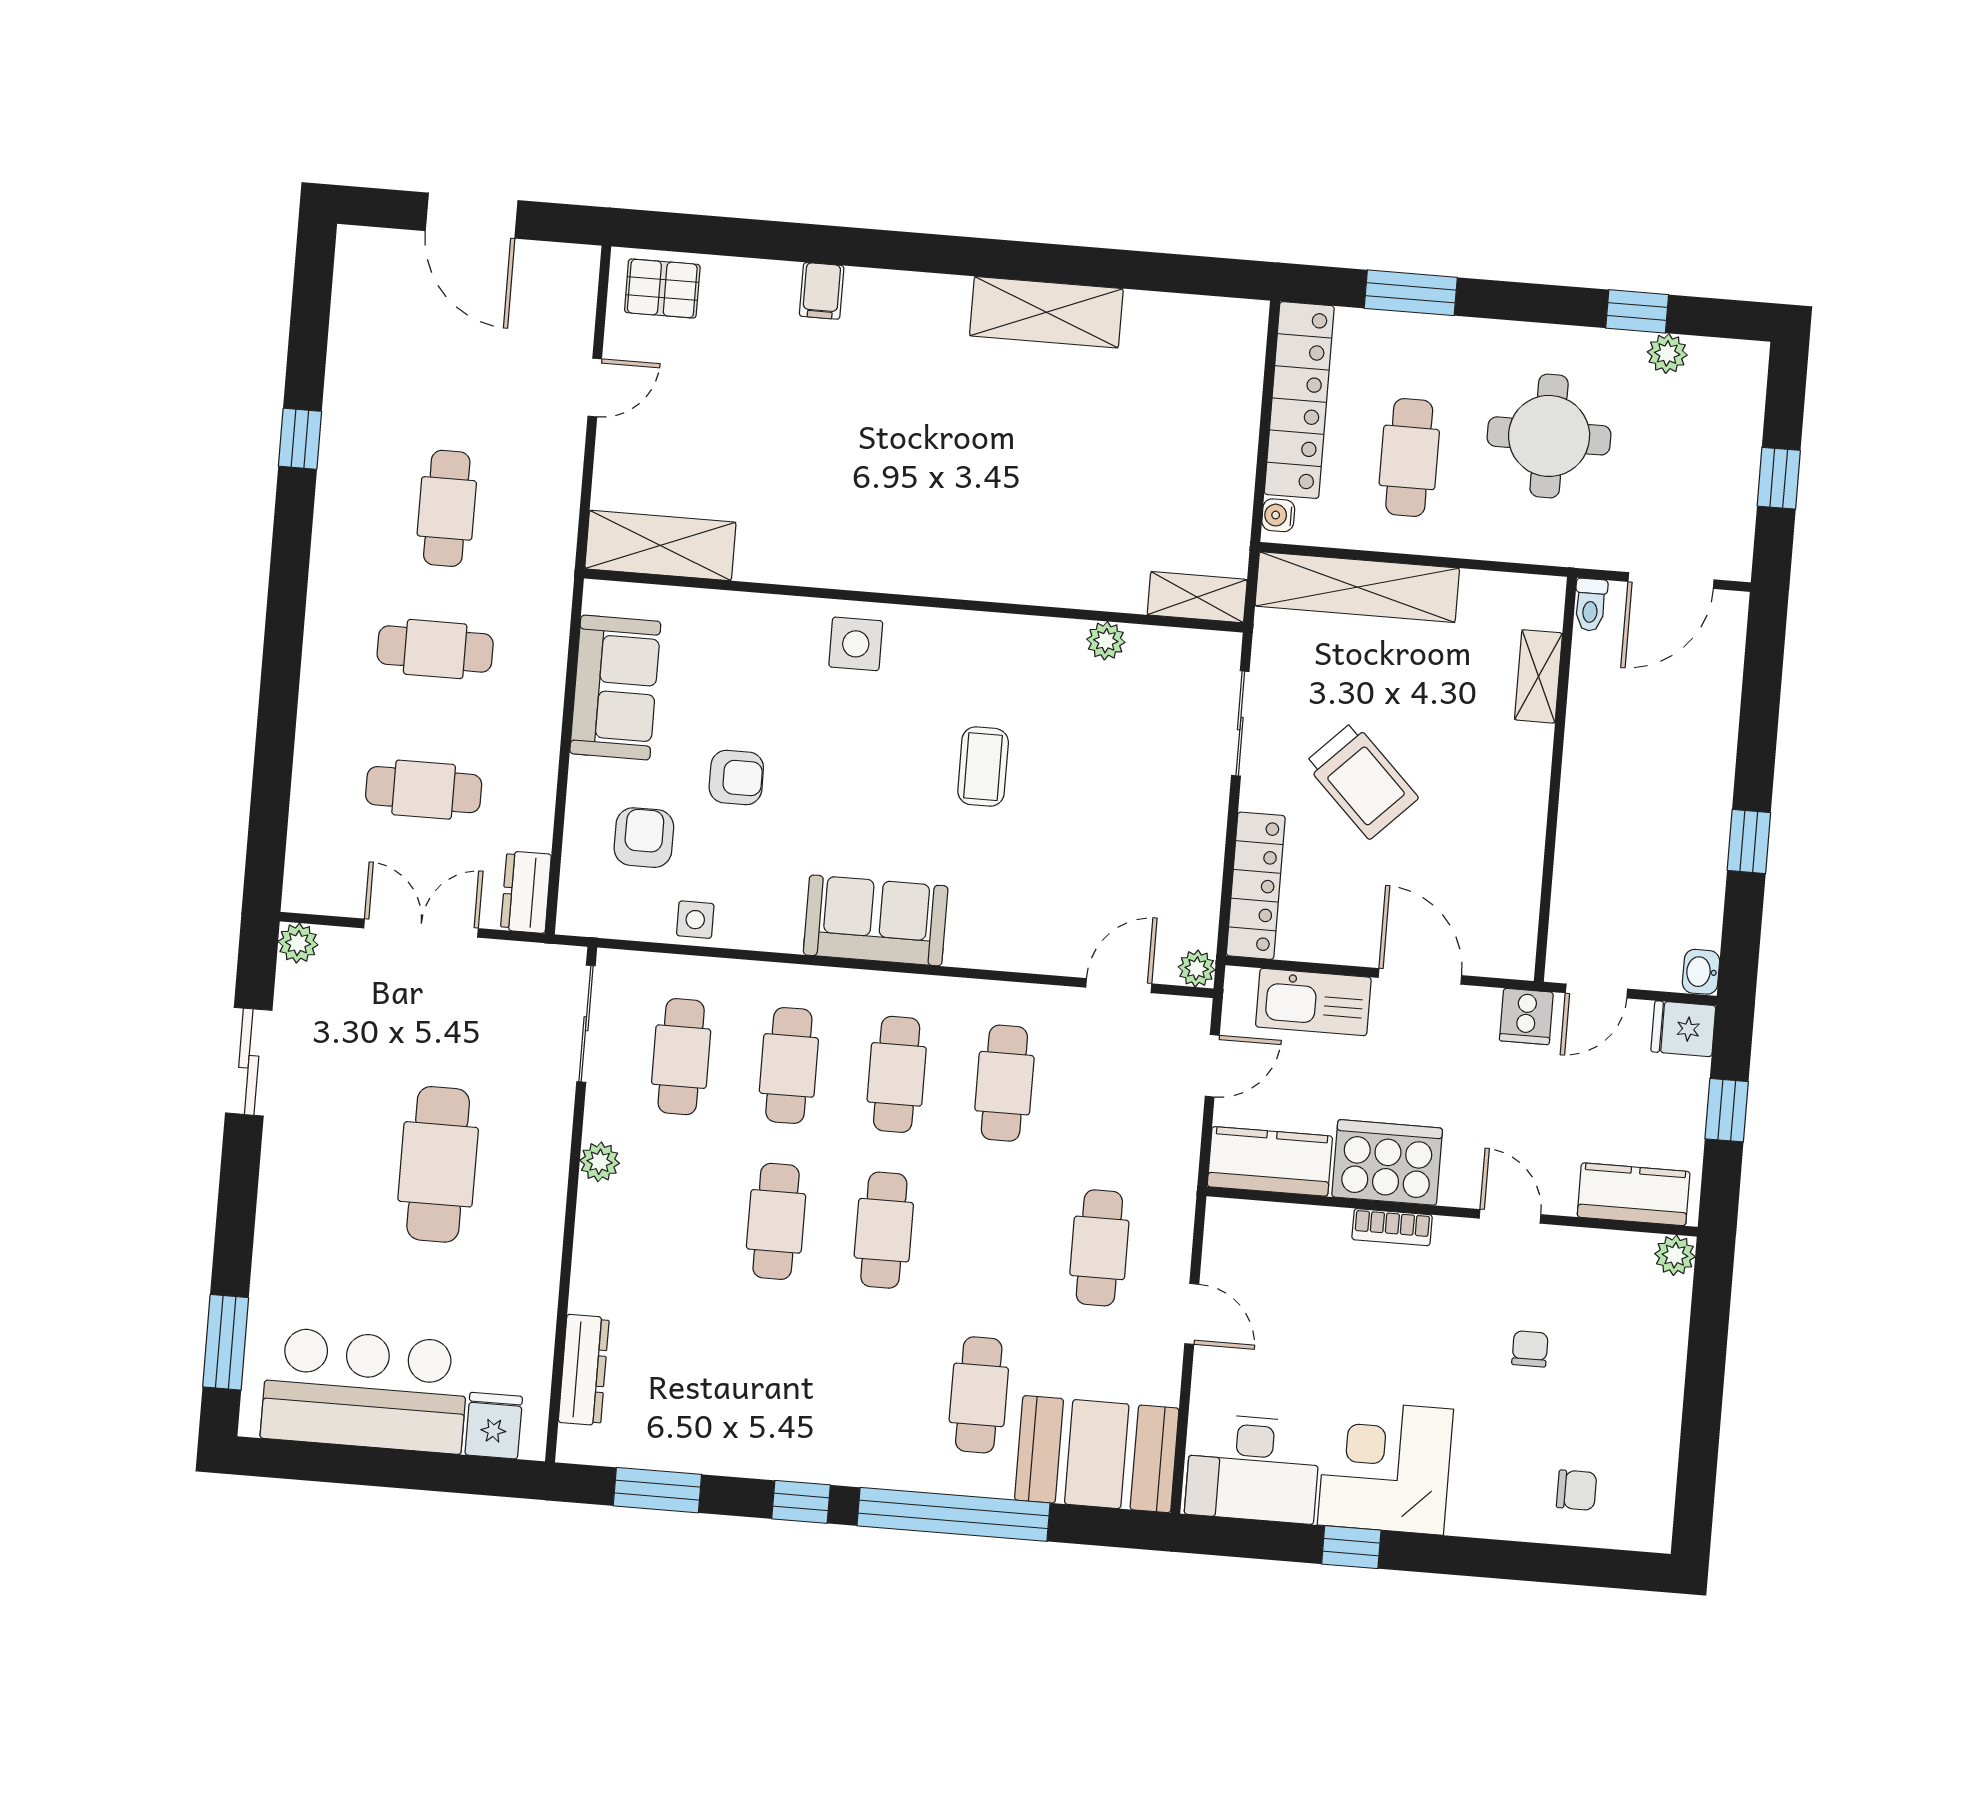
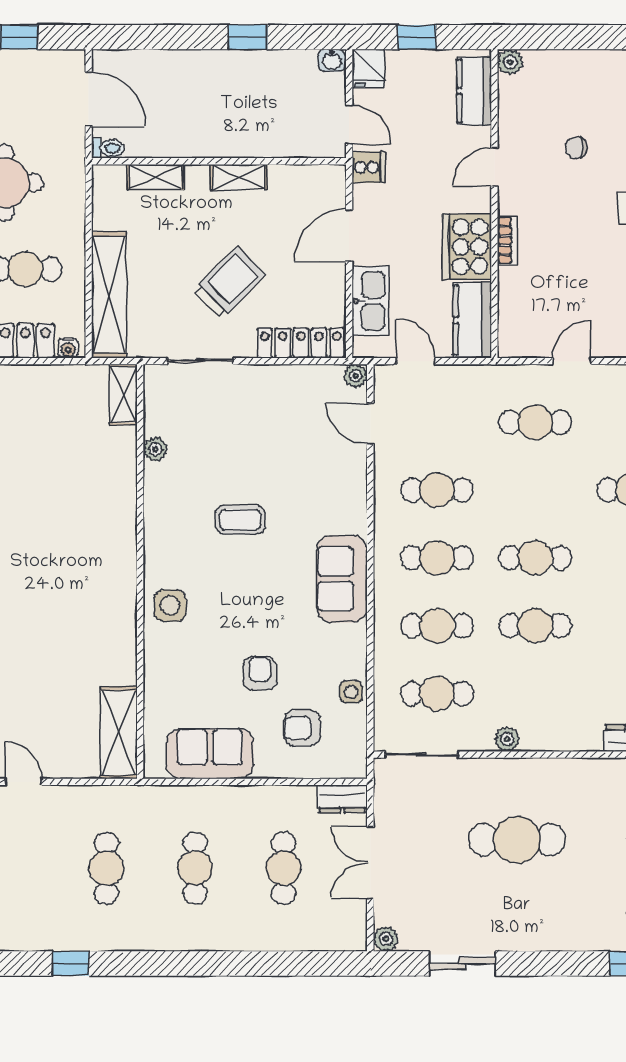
cafe table: (447, 508) -> (107, 868), turned 90
shelving: (1528, 809) -> (239, 177), added

